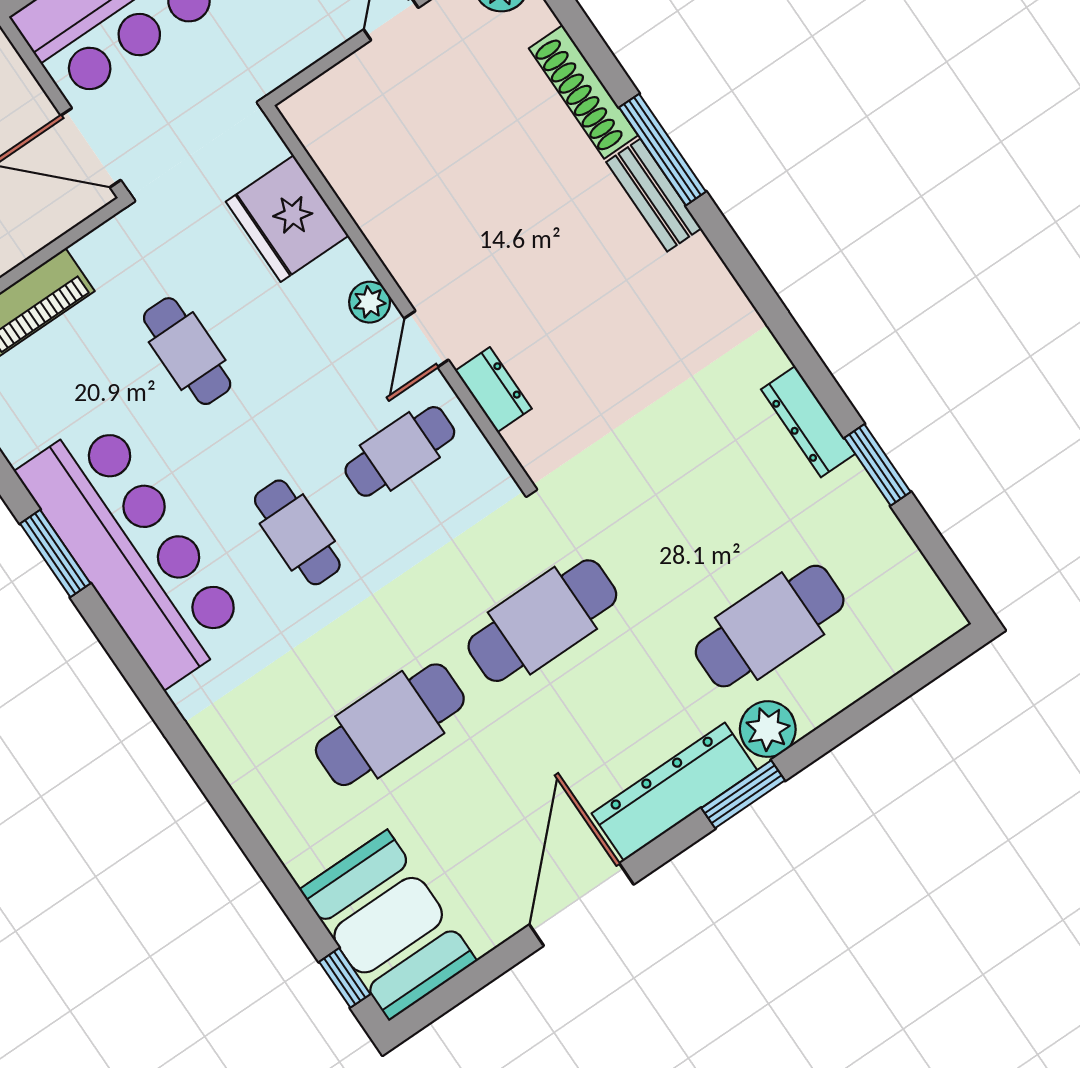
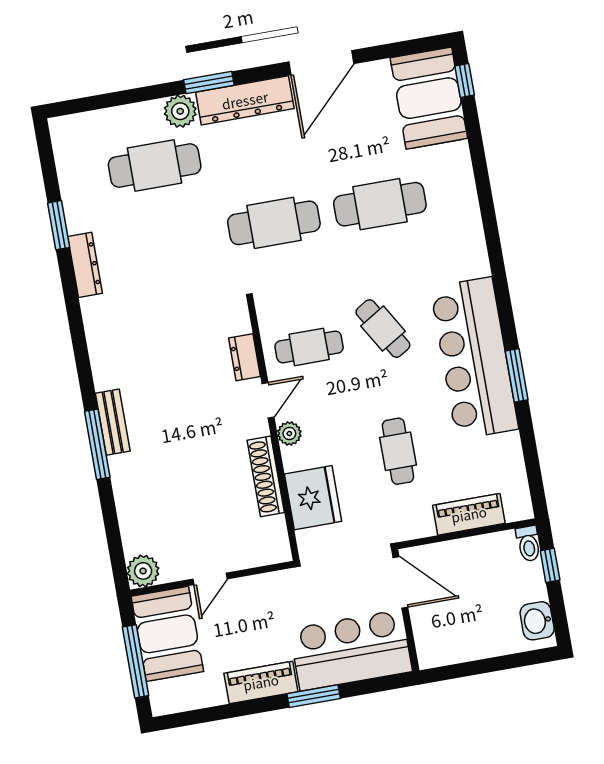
shoe rack: (583, 92) -> (266, 476), moved, turned 180
cafe table: (297, 532) -> (383, 329), turned -31

